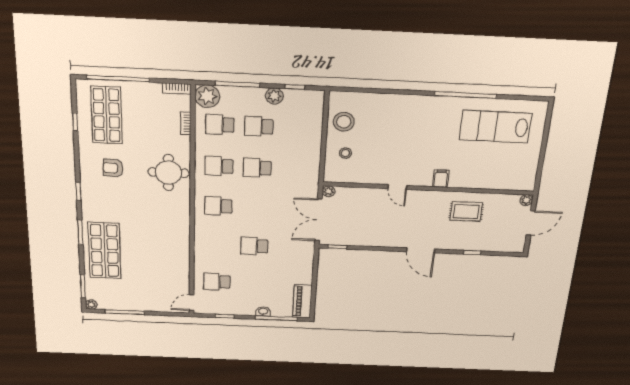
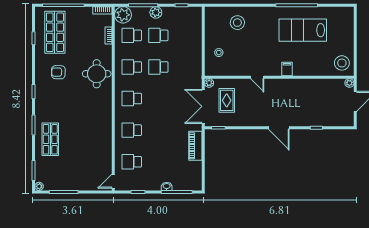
plant: (274, 96) -> (156, 12), moved
stool: (344, 122) -> (237, 23), moved
lab bench: (495, 127) -> (303, 30), moved
stool: (520, 174) -> (342, 63), added
rug: (466, 212) -> (227, 100), moved, turned 90
school desk: (254, 246) -> (132, 130), moved
shop shelf: (105, 251) -> (50, 139), width x0.70, depth x0.74
piano: (302, 301) -> (195, 146), moved

